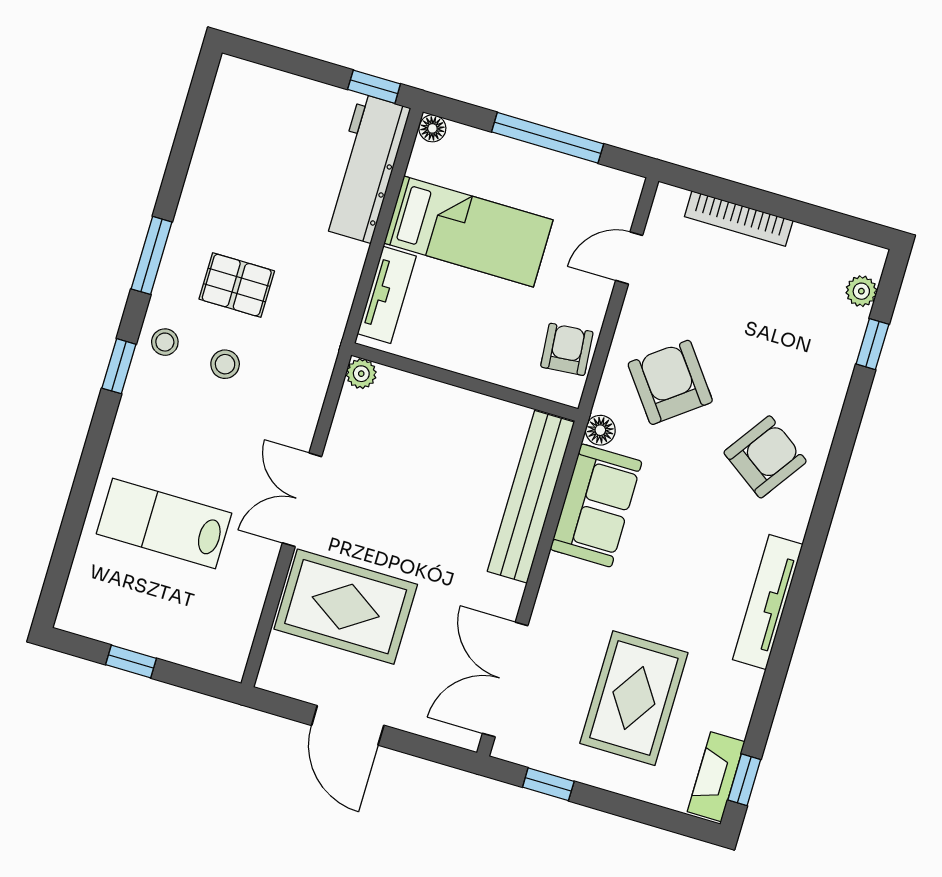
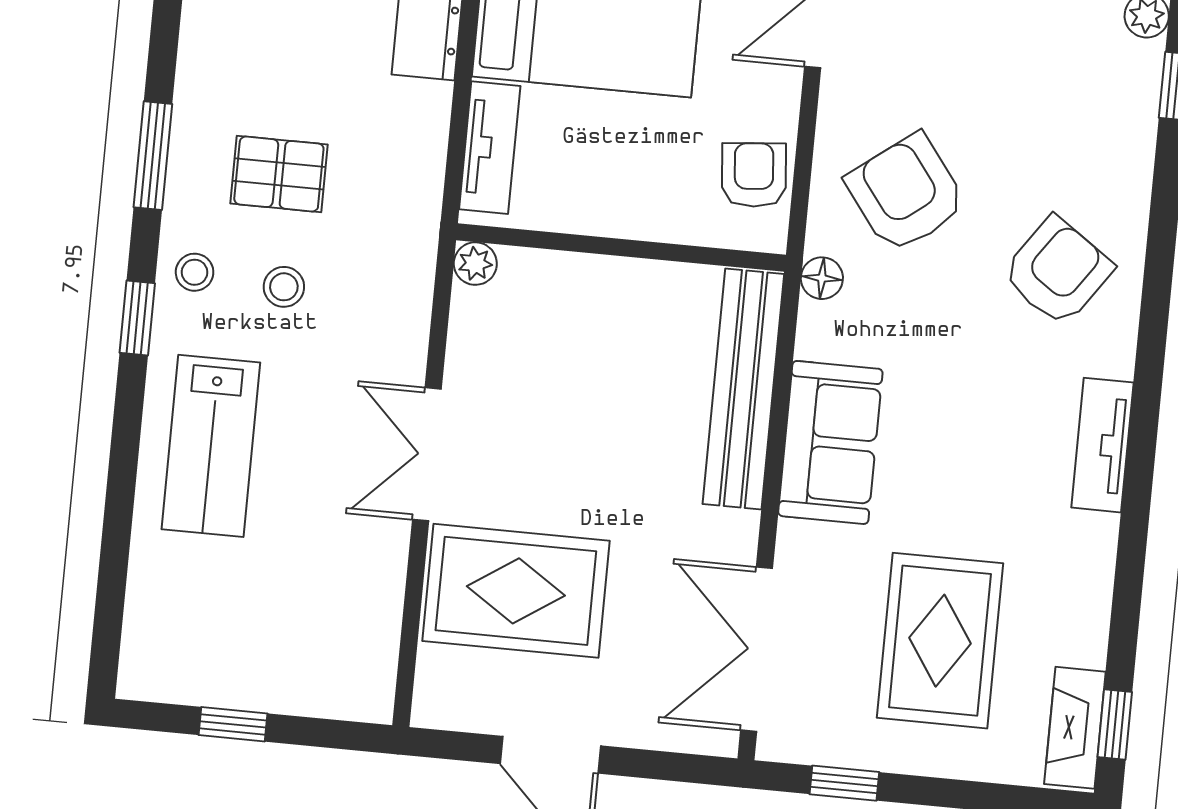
sofa: (596, 505) -> (830, 442), moved
lab bench: (164, 523) -> (211, 446), moved, turned -90
tv unit: (768, 602) -> (1102, 445), width x0.71

